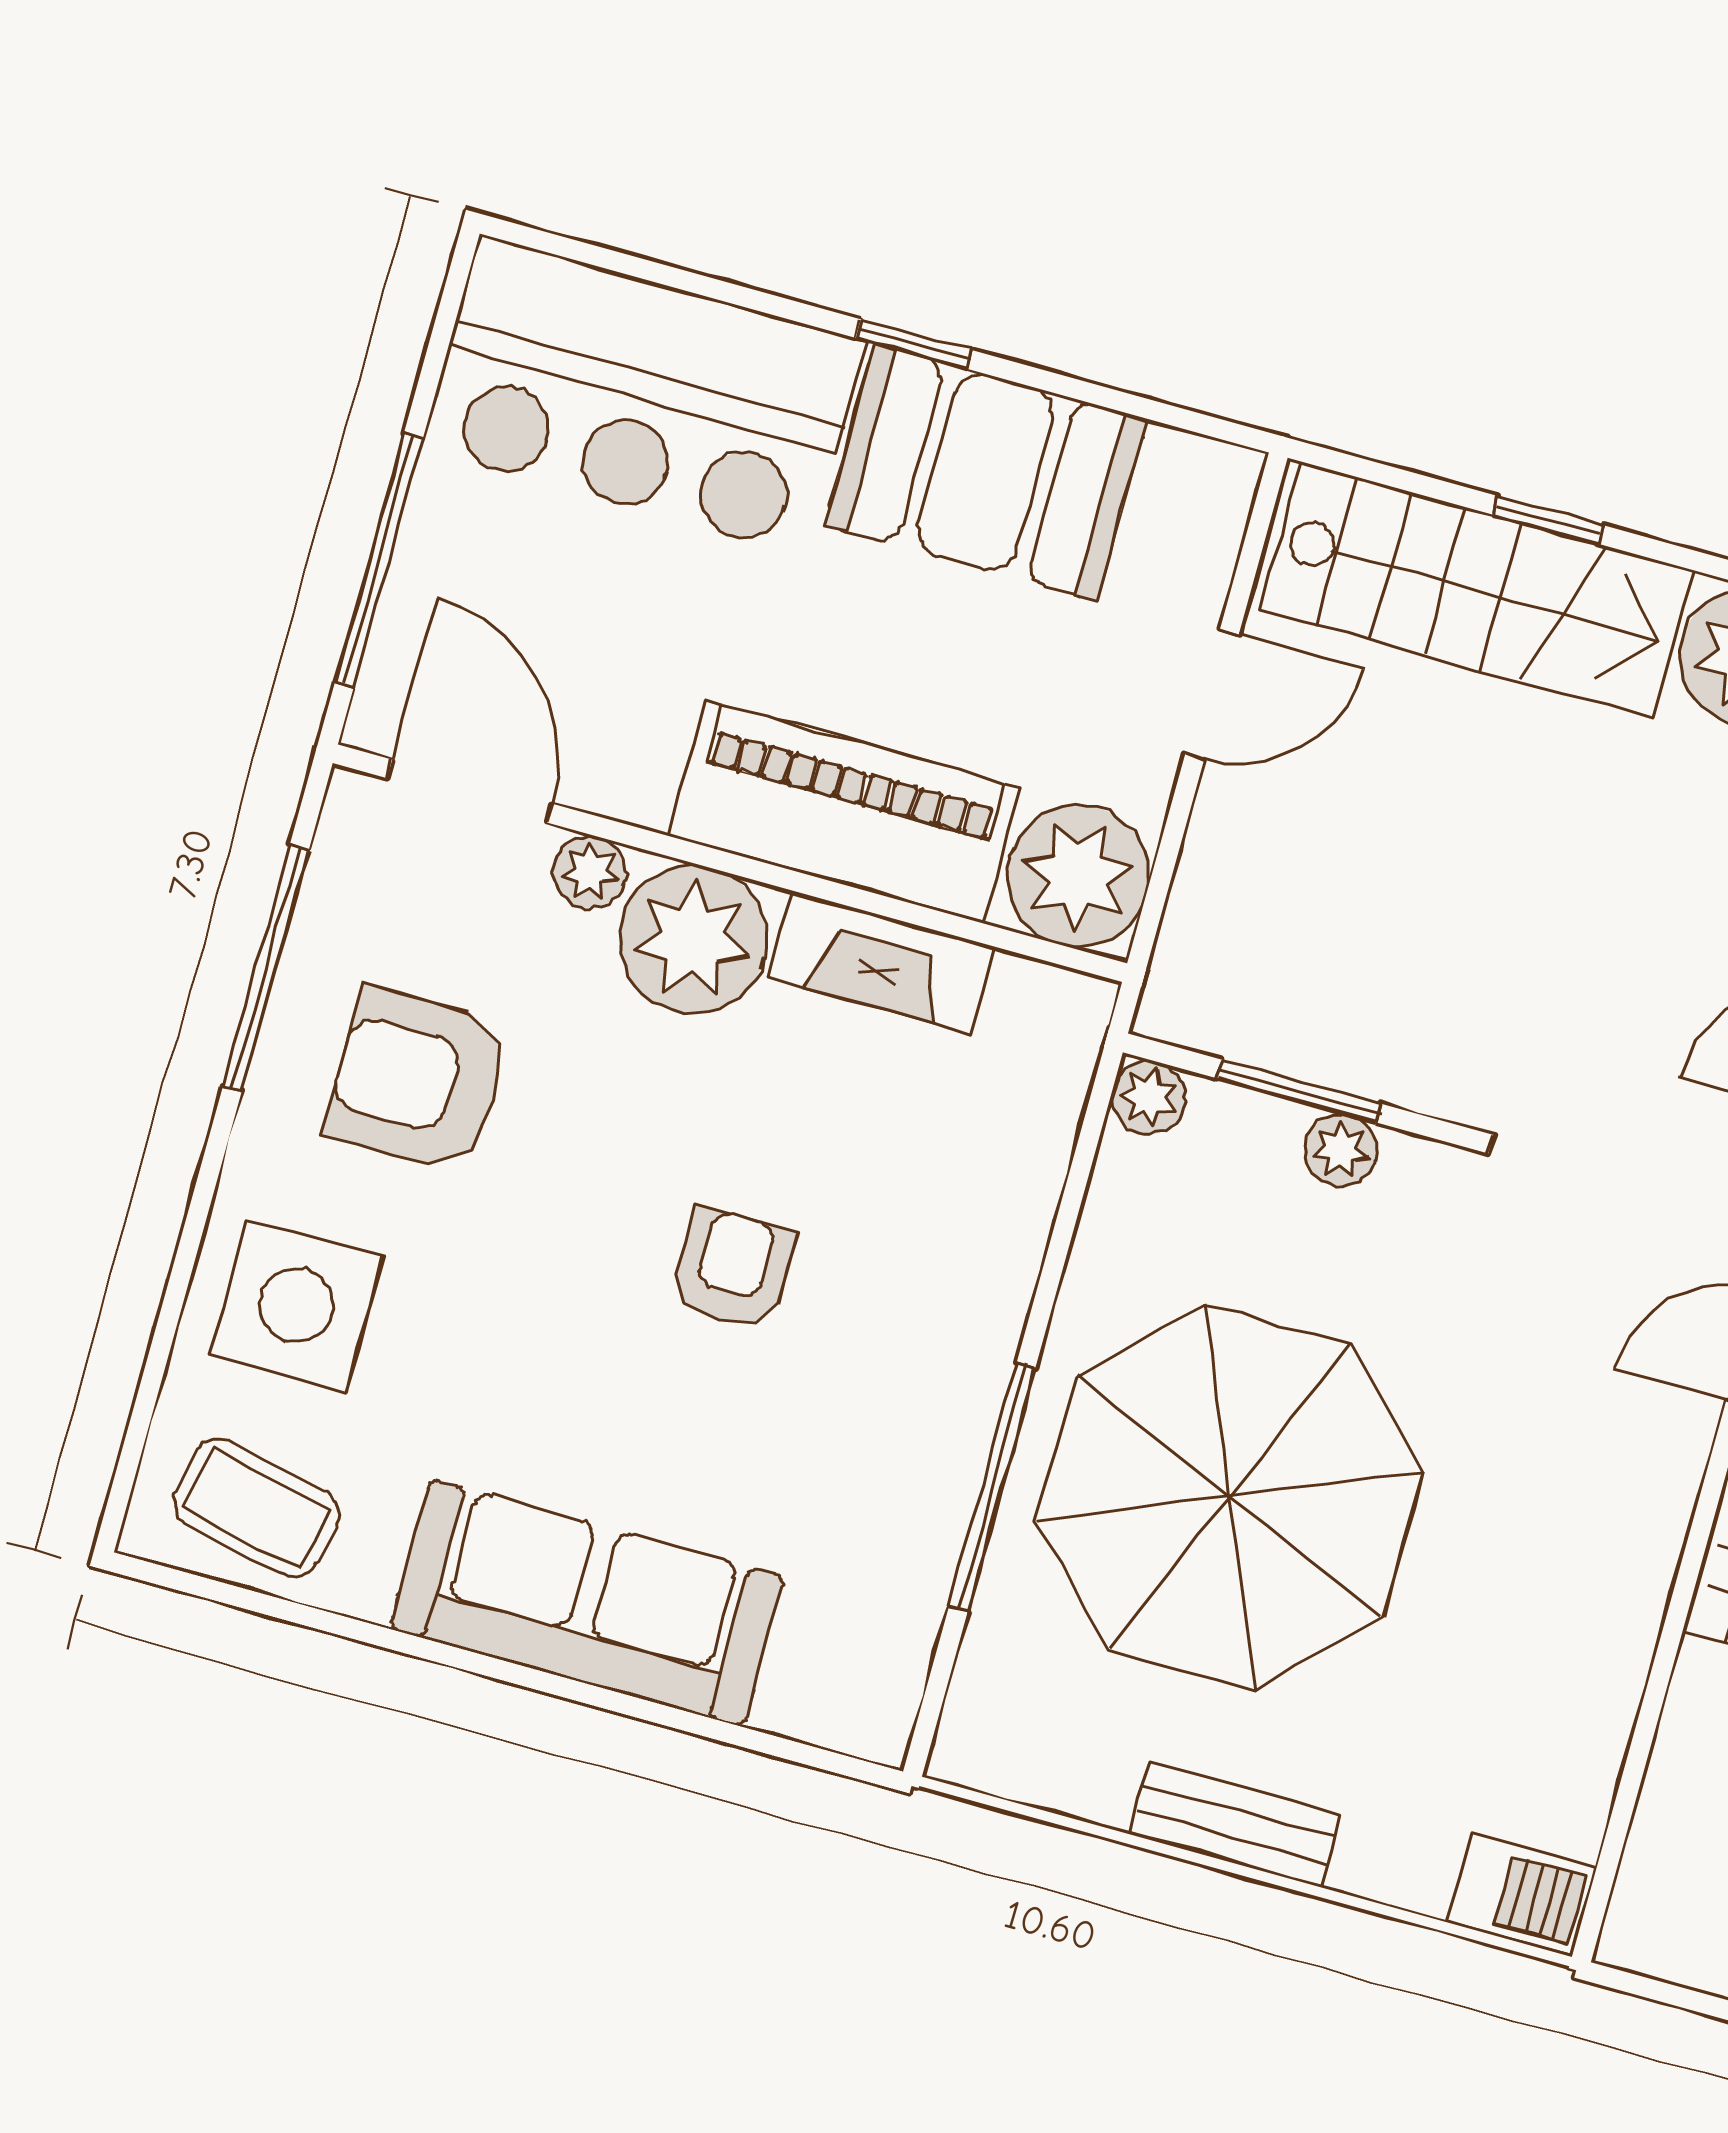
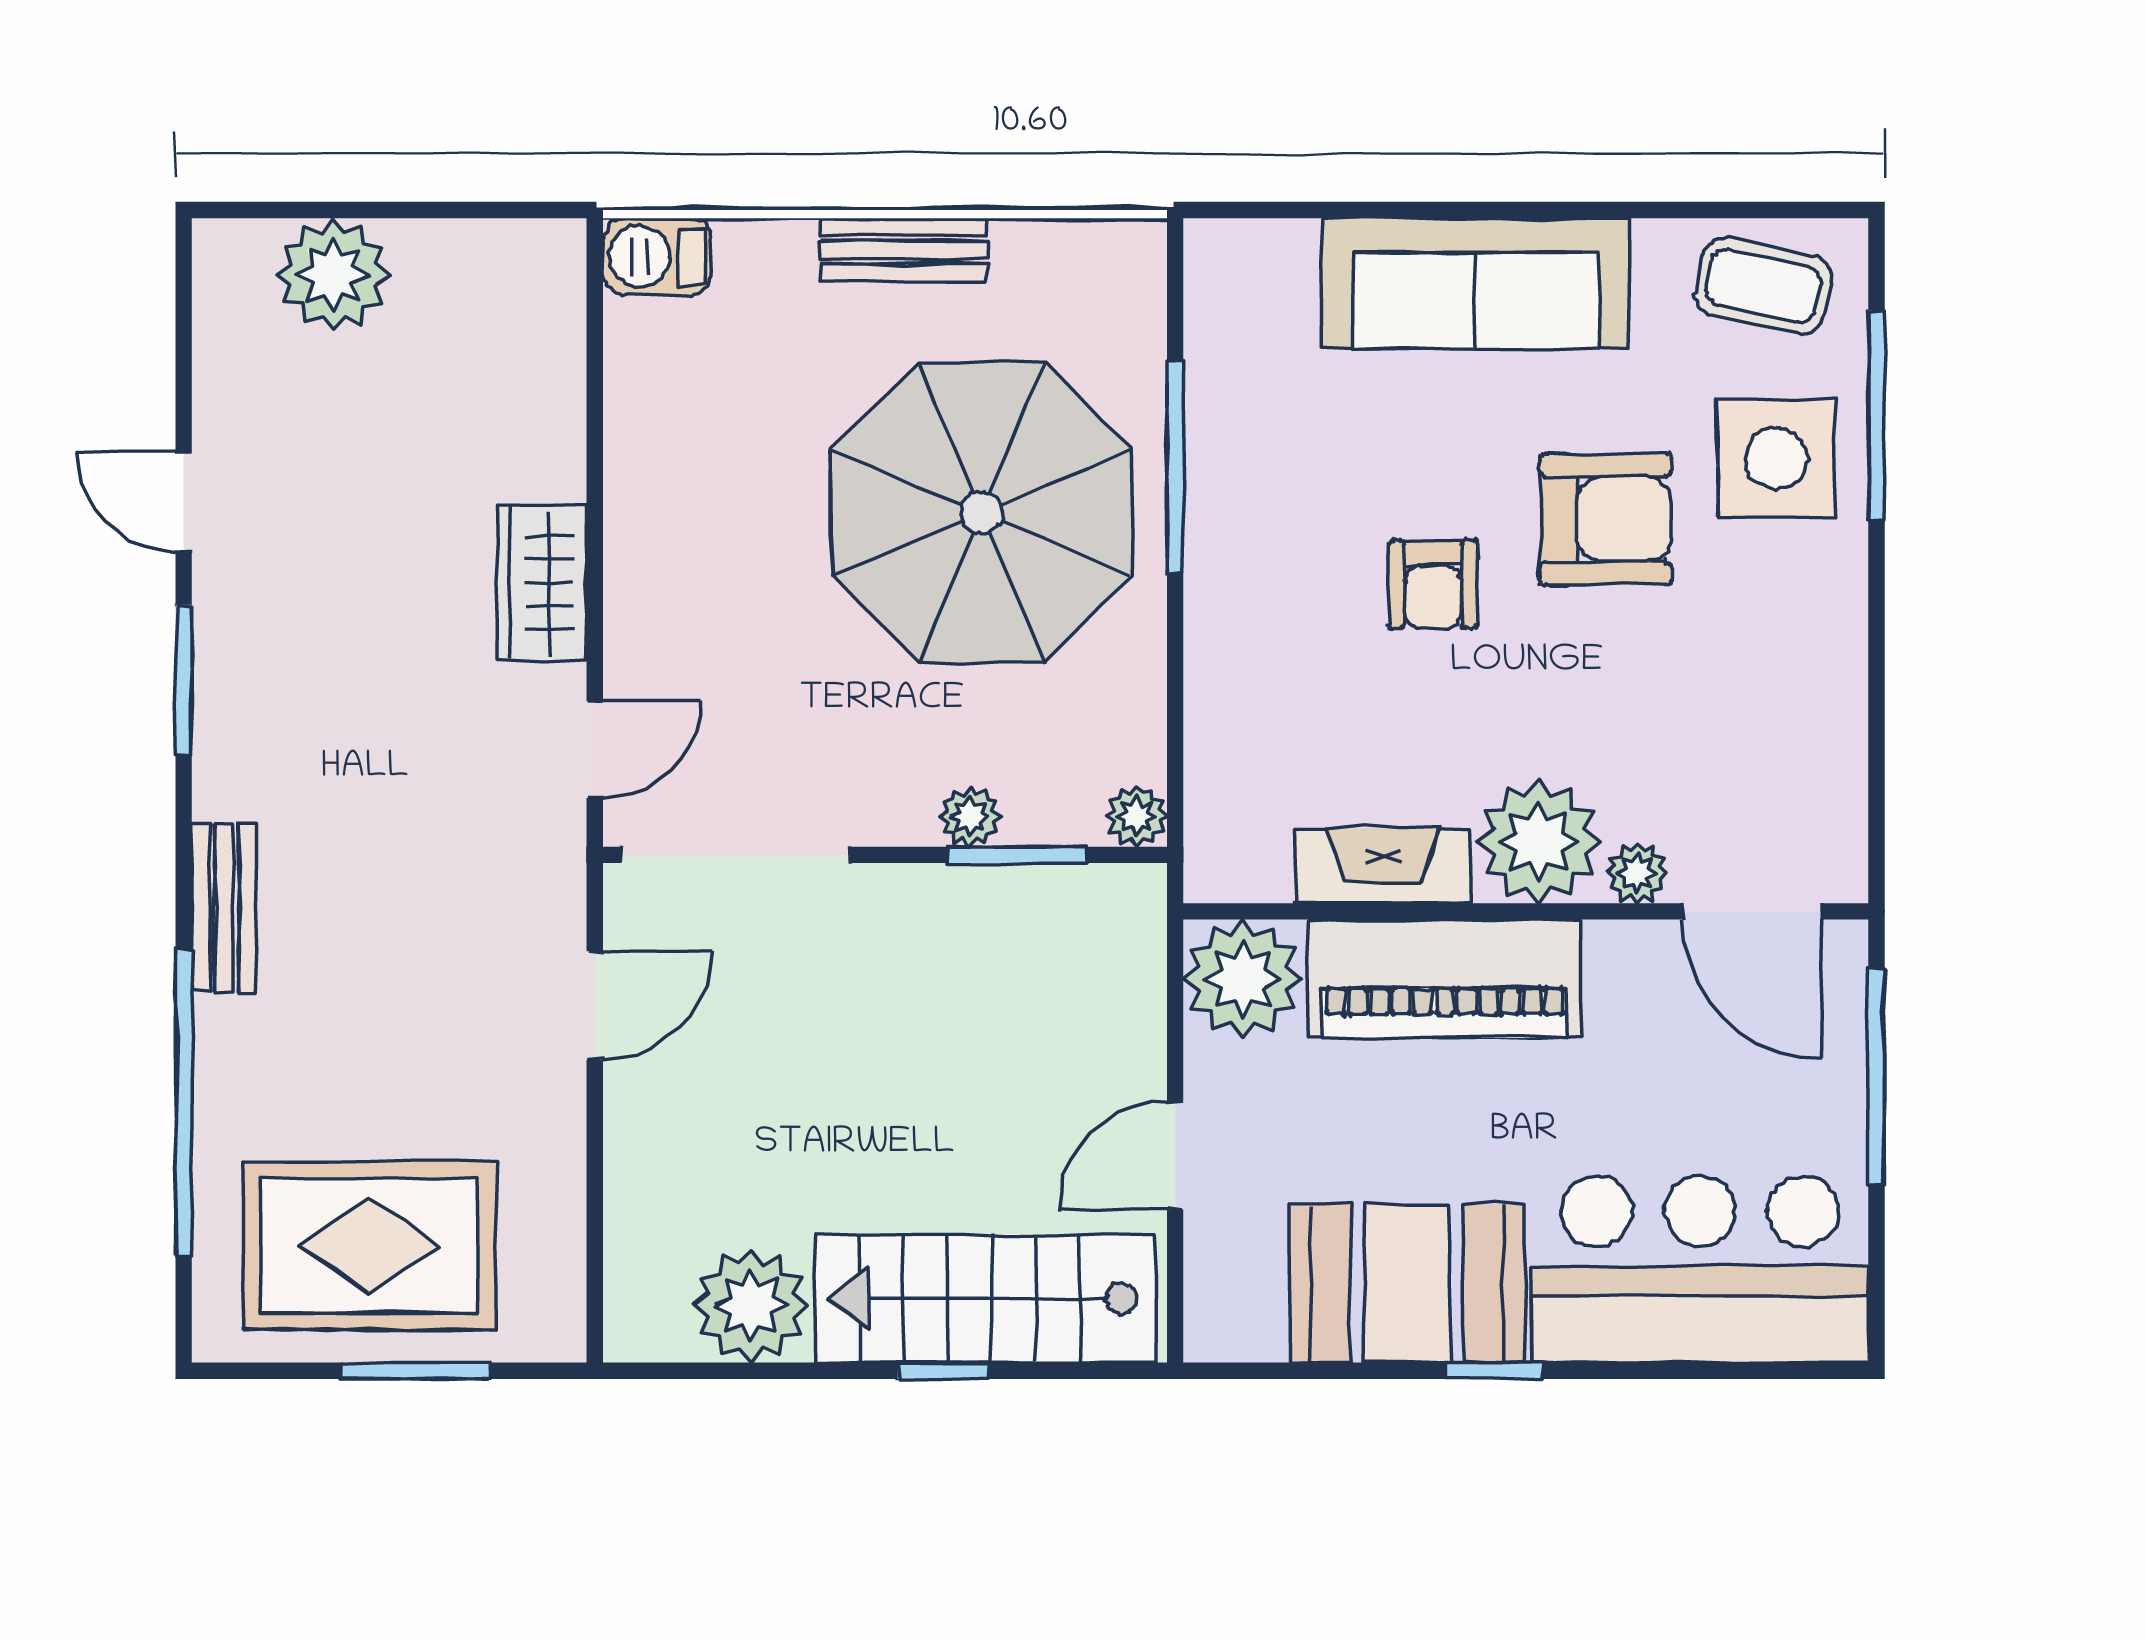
window: (266, 969) -> (1876, 416), moved
armchair: (418, 1080) -> (1606, 519), moved

